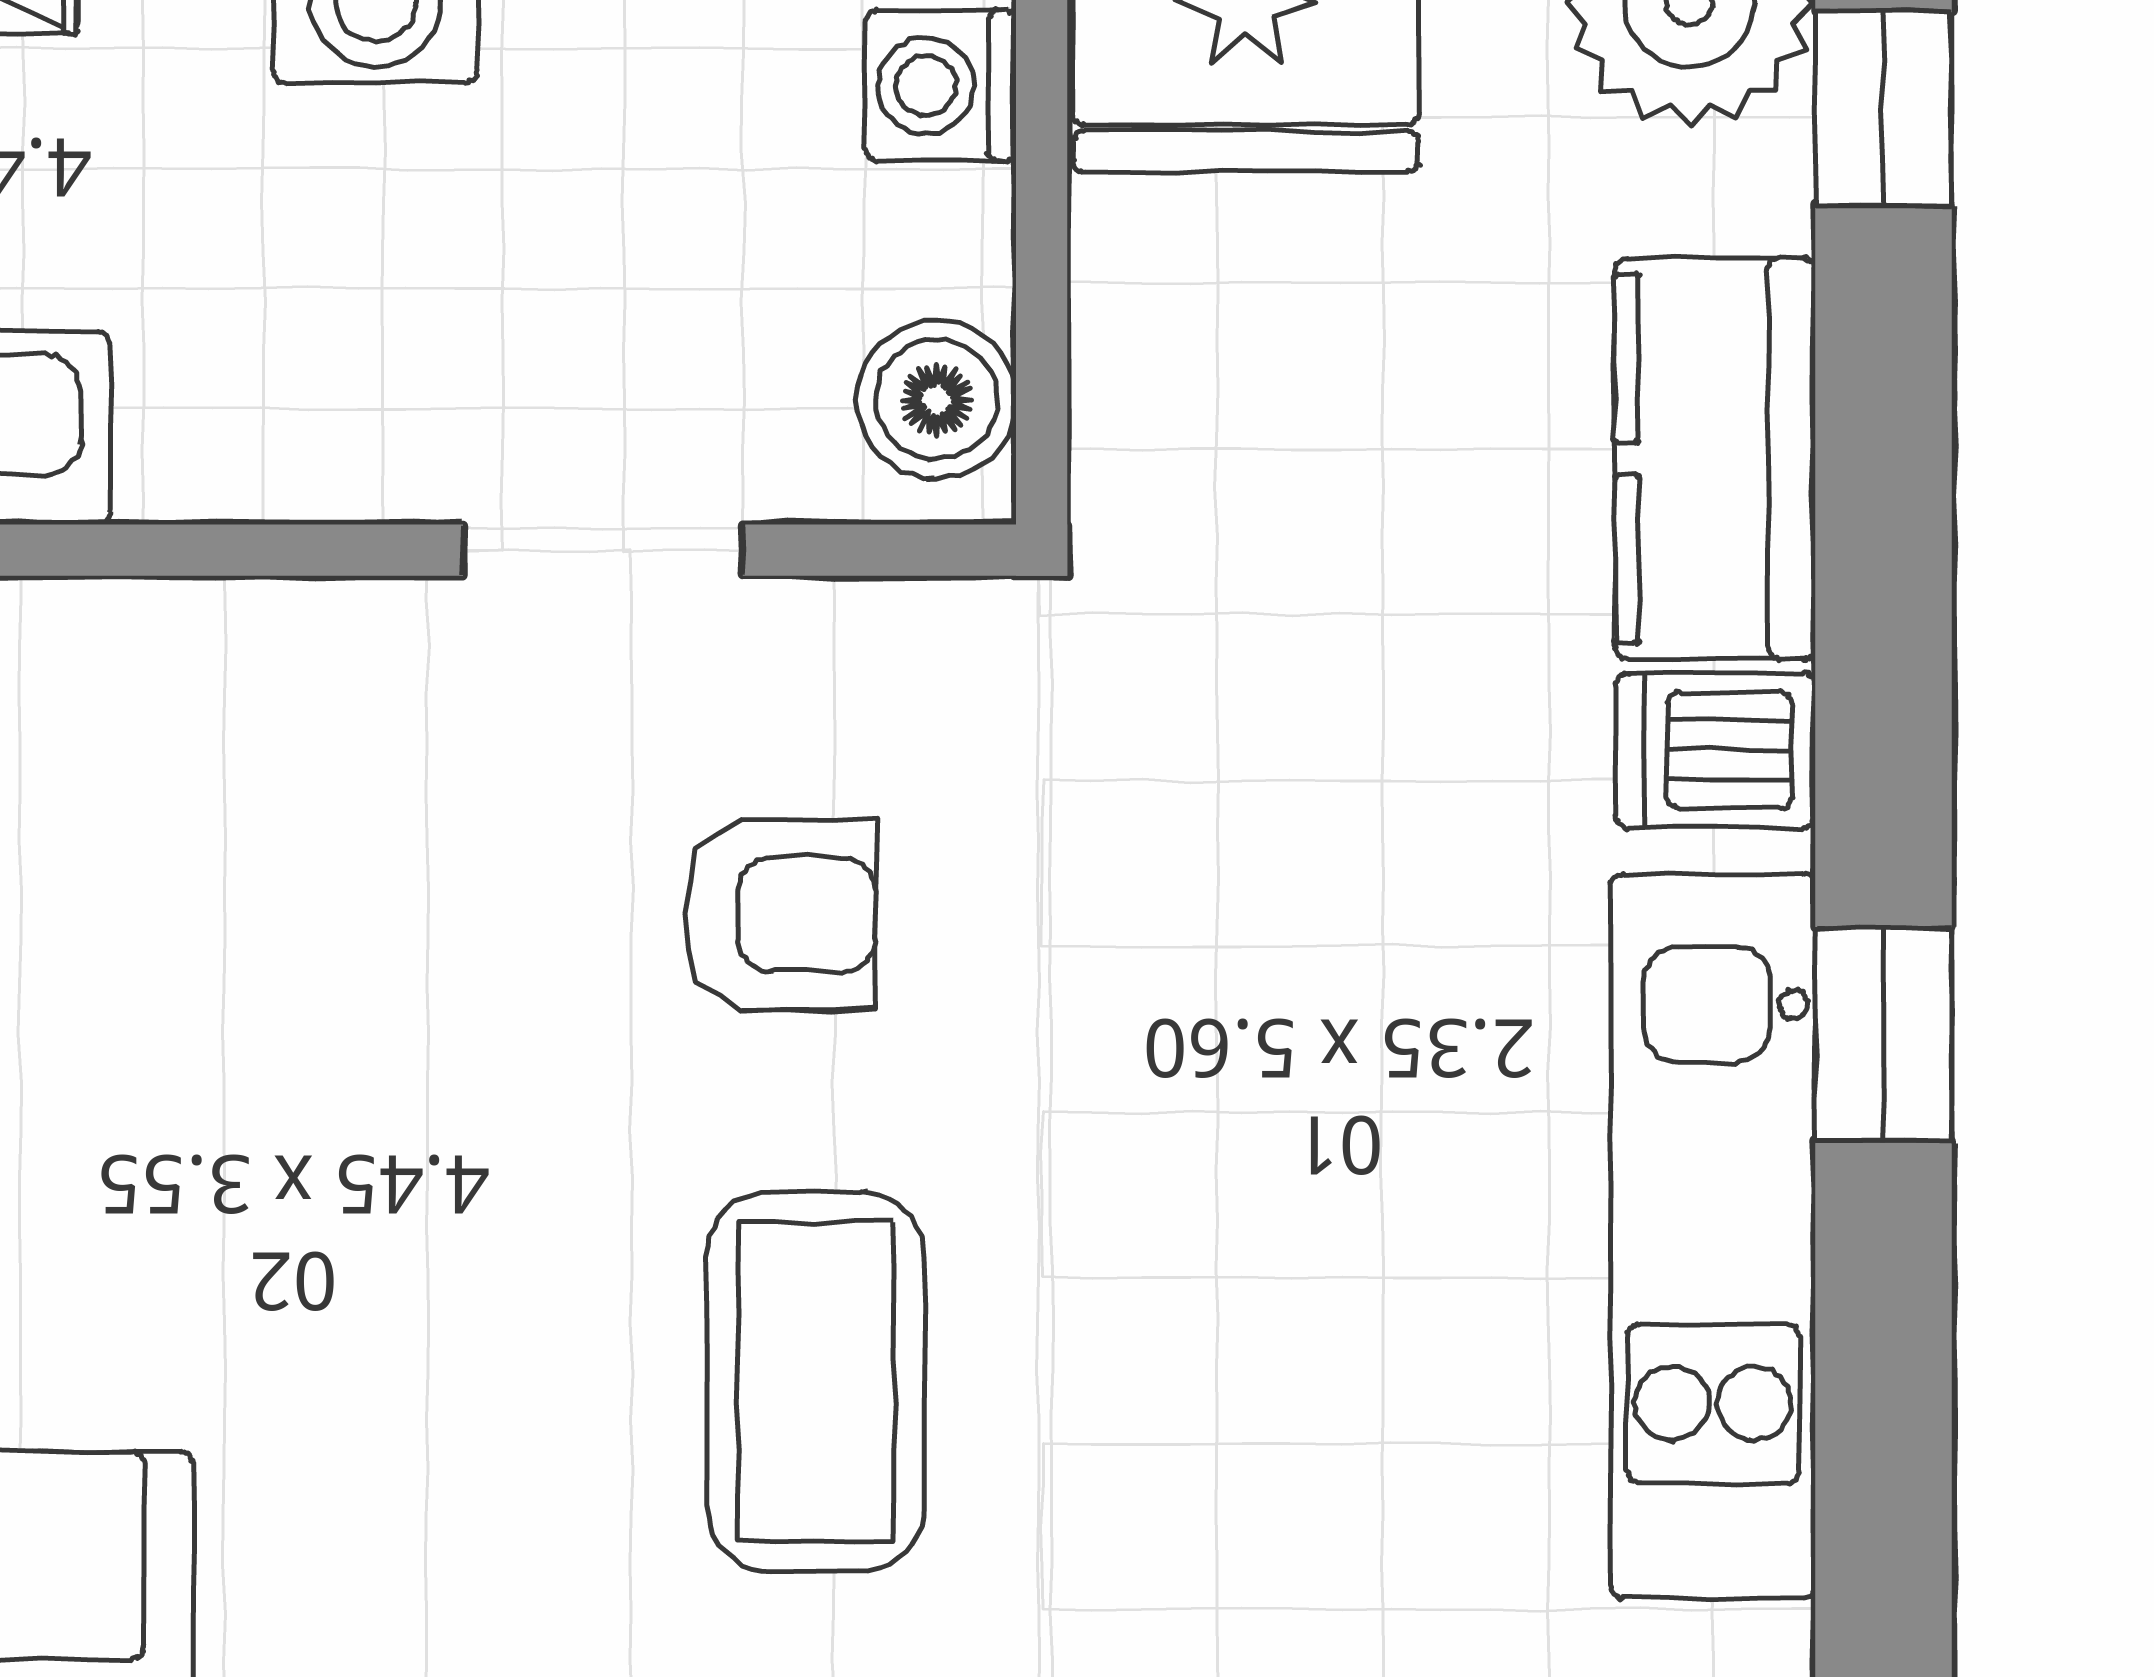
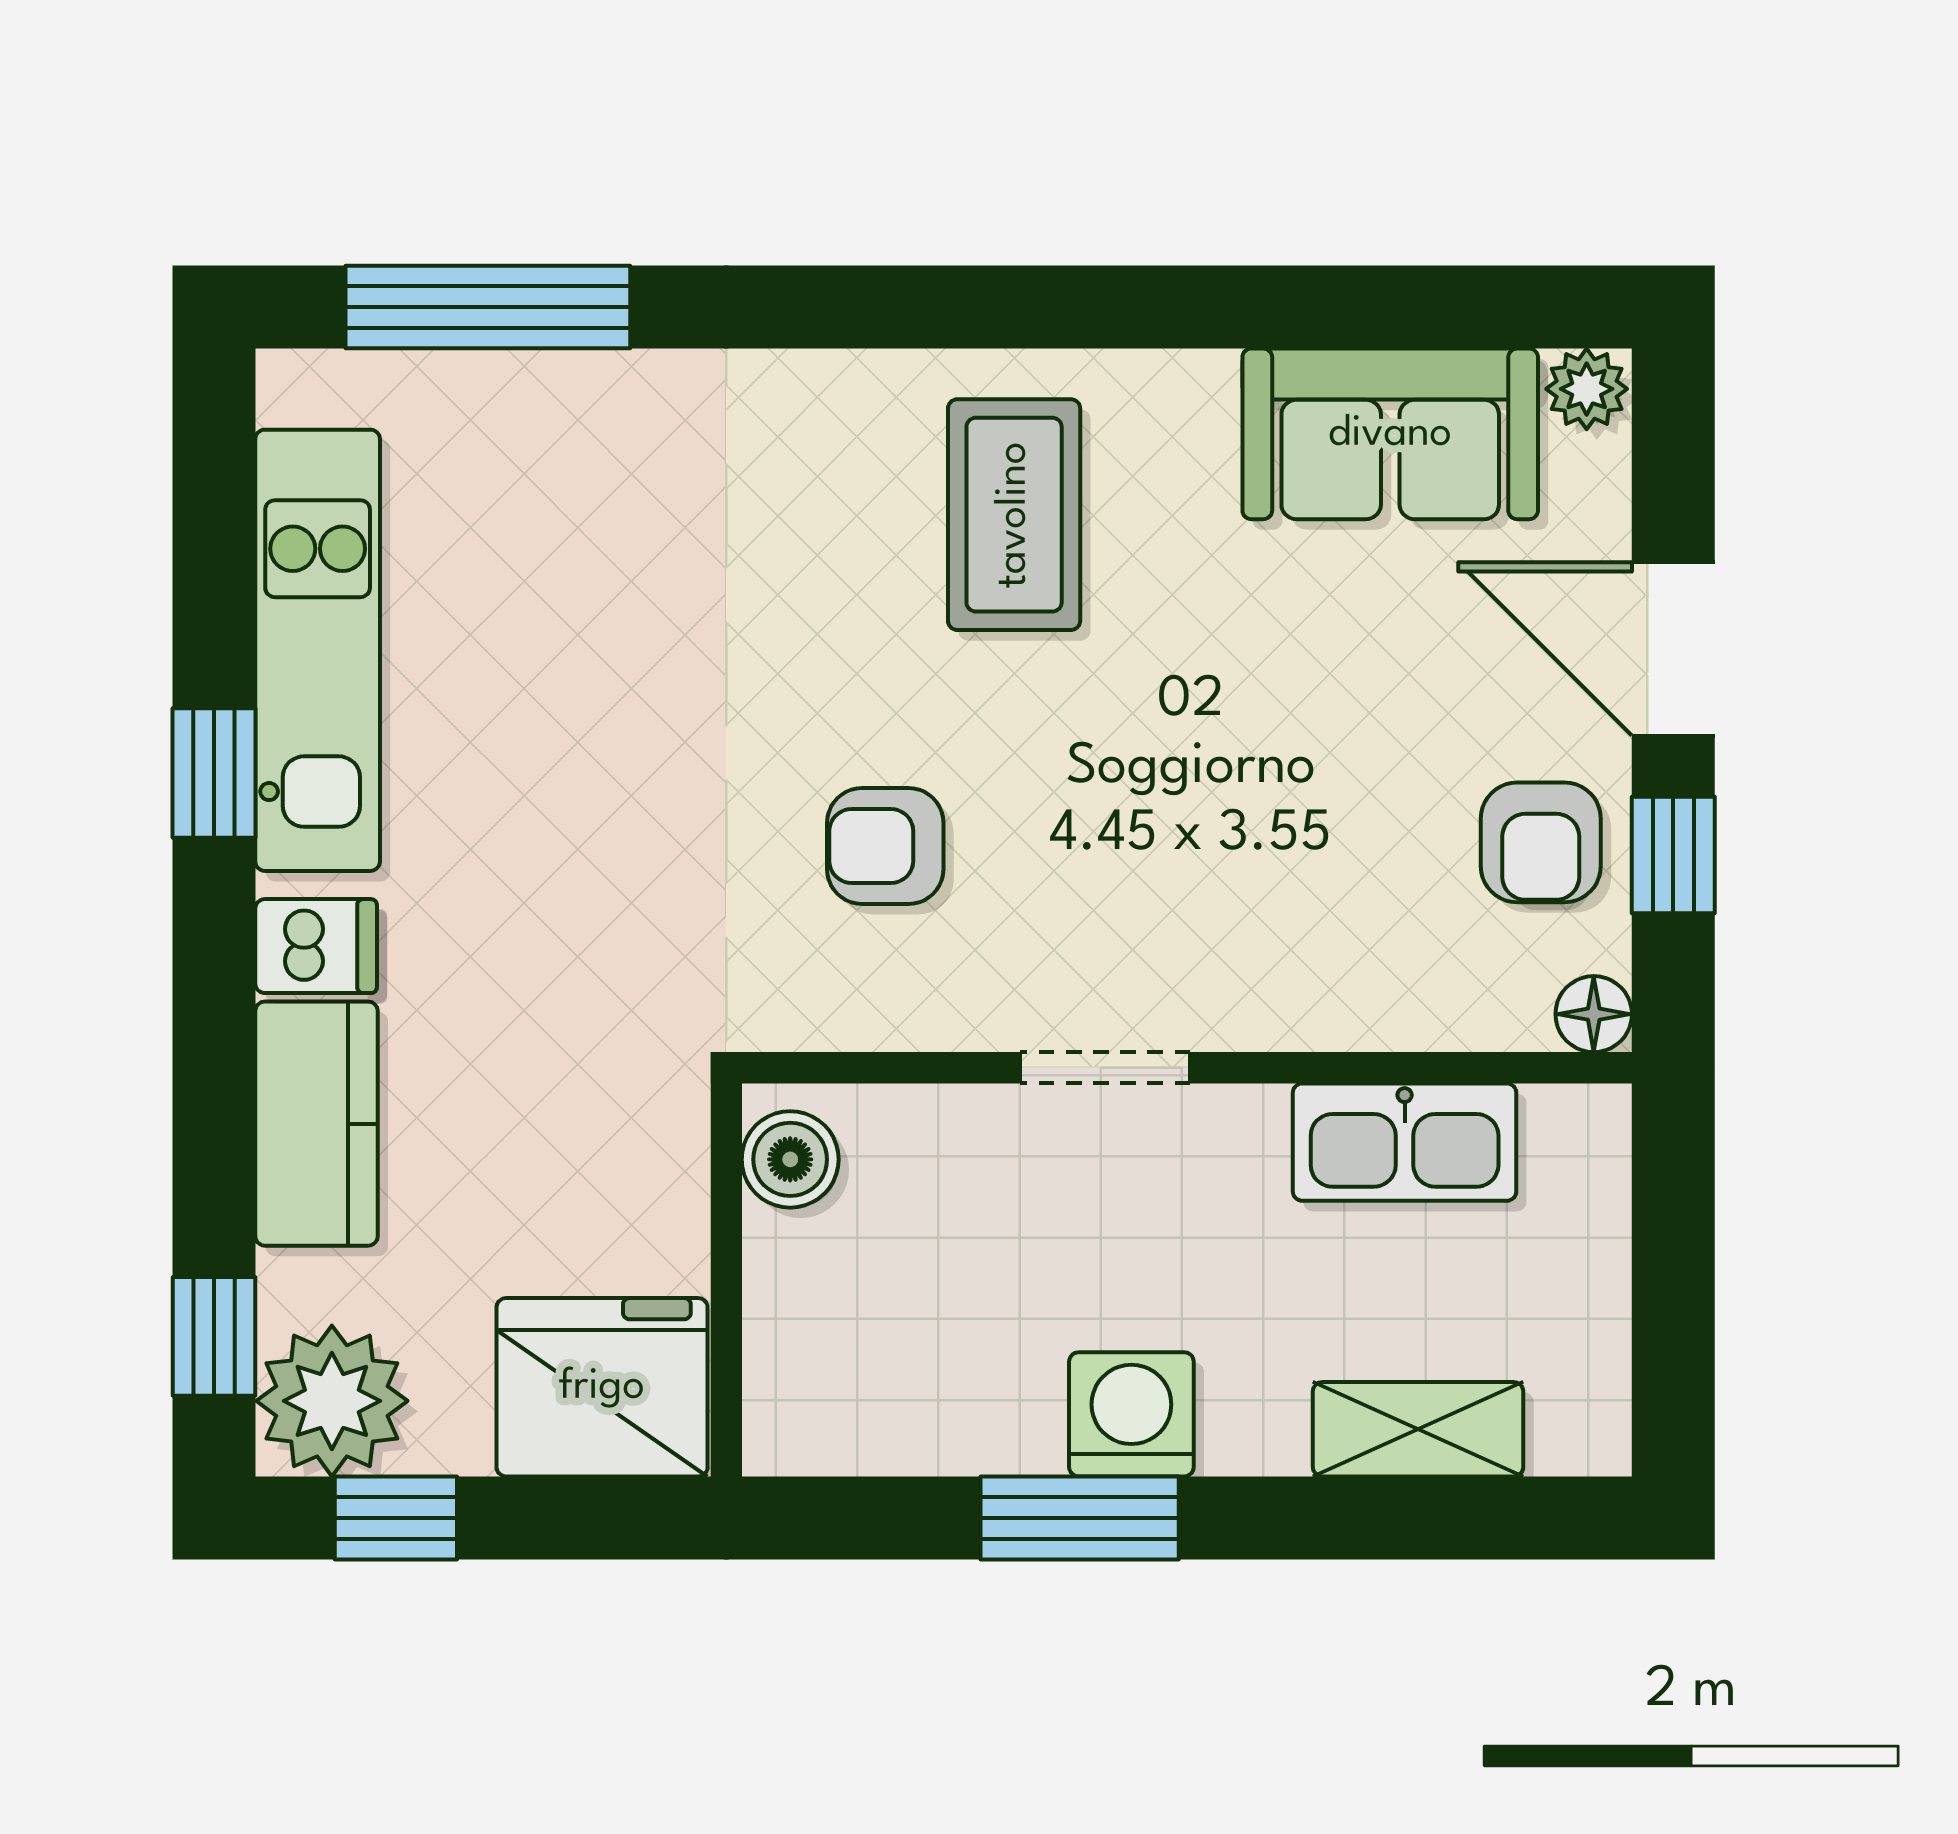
washing machine: (941, 86) -> (788, 1350), removed
doorway: (603, 550) -> (1105, 1068), moved
coffee table: (816, 1382) -> (1014, 515), moved

